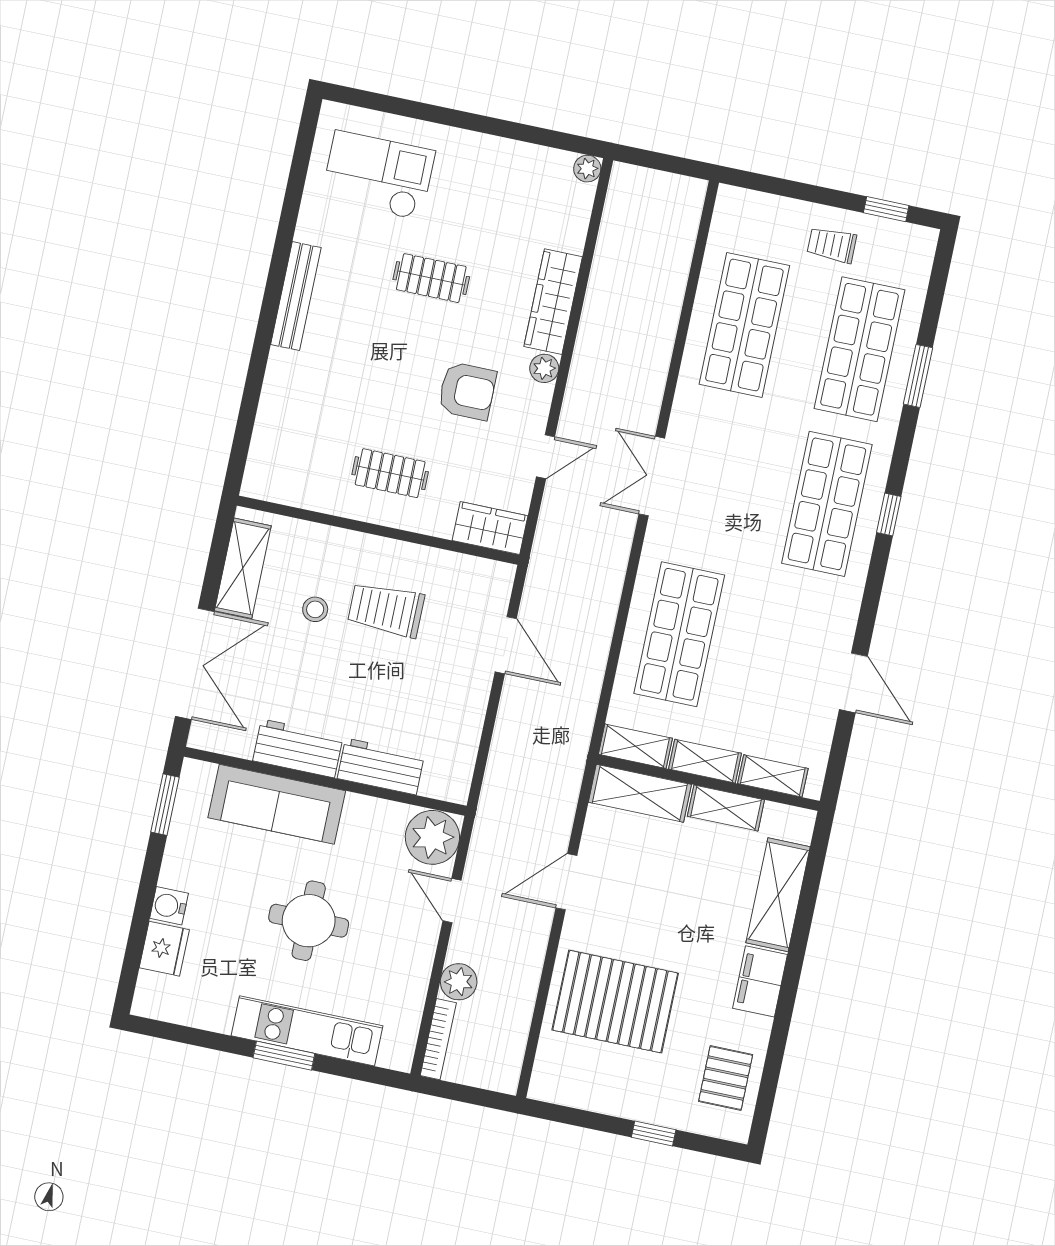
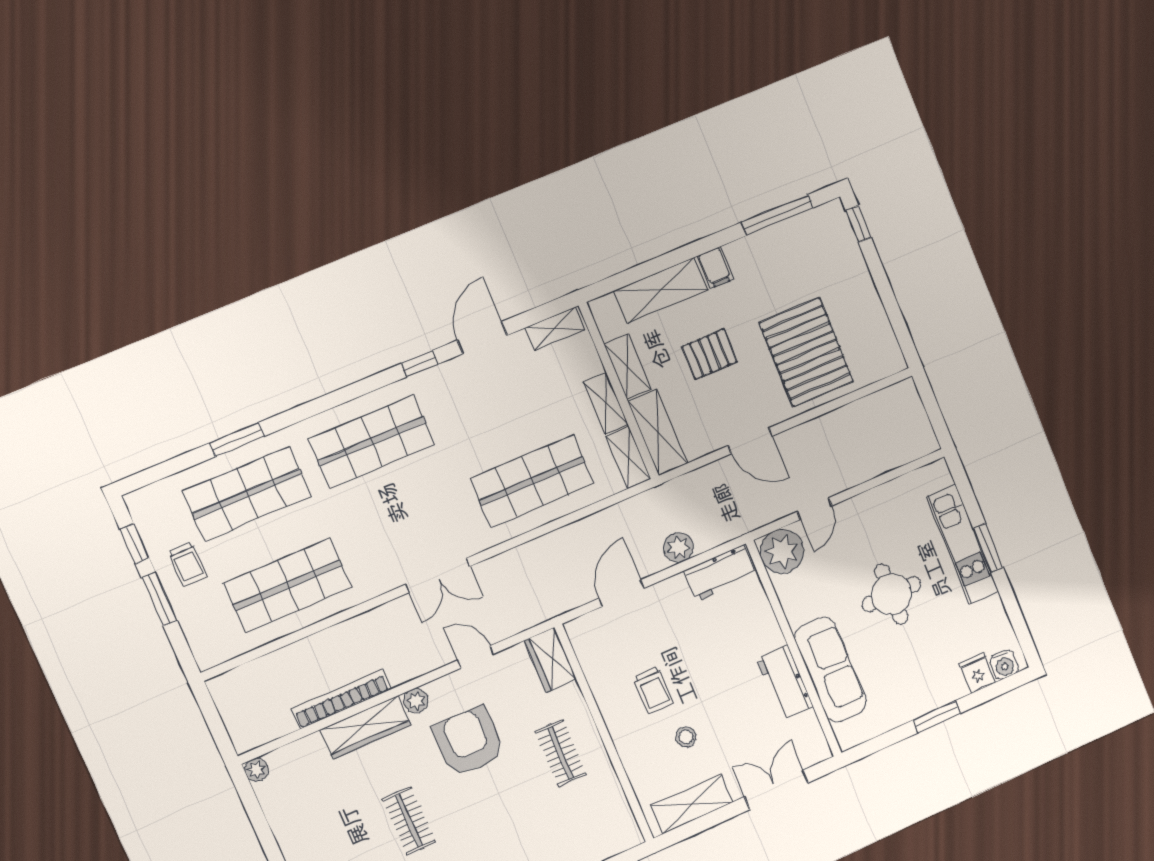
window: (817, 195) -> (159, 599), added
armchair: (467, 391) -> (469, 742), width x1.36, depth x1.36
window: (889, 514) -> (420, 364), moved
trolley: (386, 610) -> (653, 690), width x0.73, depth x0.72
double door: (195, 664) -> (776, 790), width x0.73
workbench: (381, 767) -> (720, 573), moved, turned -90
shelving: (773, 776) -> (555, 329), moved, turned 90
window: (165, 805) -> (937, 717), moved
water cooler: (169, 906) -> (1004, 665), moved
fridge: (164, 949) -> (977, 673), width x0.72
filing cabinet: (760, 981) -> (715, 268), width x0.50
plant: (459, 982) -> (679, 547), moved
bookcase: (438, 1039) -> (341, 699), moved, width x1.48, depth x1.31
window: (773, 1066) -> (777, 215), added
pallet: (726, 1078) -> (709, 354), moved
window: (654, 1134) -> (858, 224), moved

